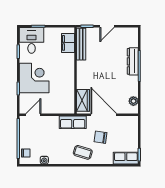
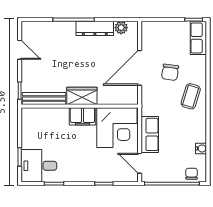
door: (107, 26) -> (20, 50), moved
filing cabinet: (68, 43) -> (82, 116), moved
dresser: (133, 61) -> (95, 28), moved
corner desk: (34, 78) -> (117, 128), moved, turned 180
wardrobe: (83, 100) -> (82, 96), moved
row of seats: (73, 122) -> (150, 134), moved

